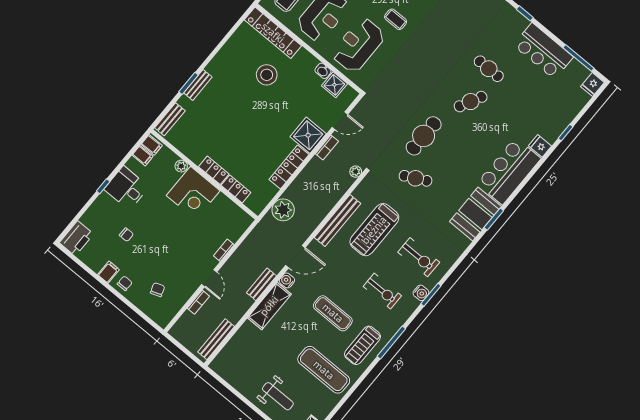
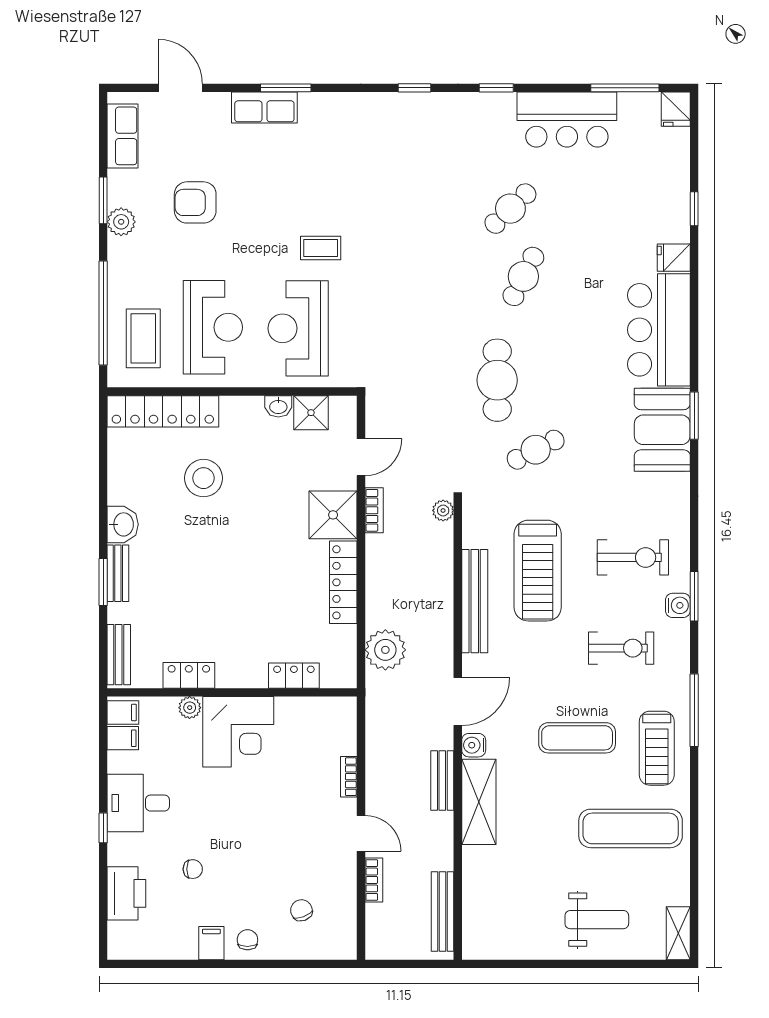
washbasin: (217, 66) -> (123, 524), added
cafe table: (489, 69) -> (510, 209), turned -44
locker: (214, 170) -> (189, 675), moved
printer: (76, 238) -> (126, 893), moved

